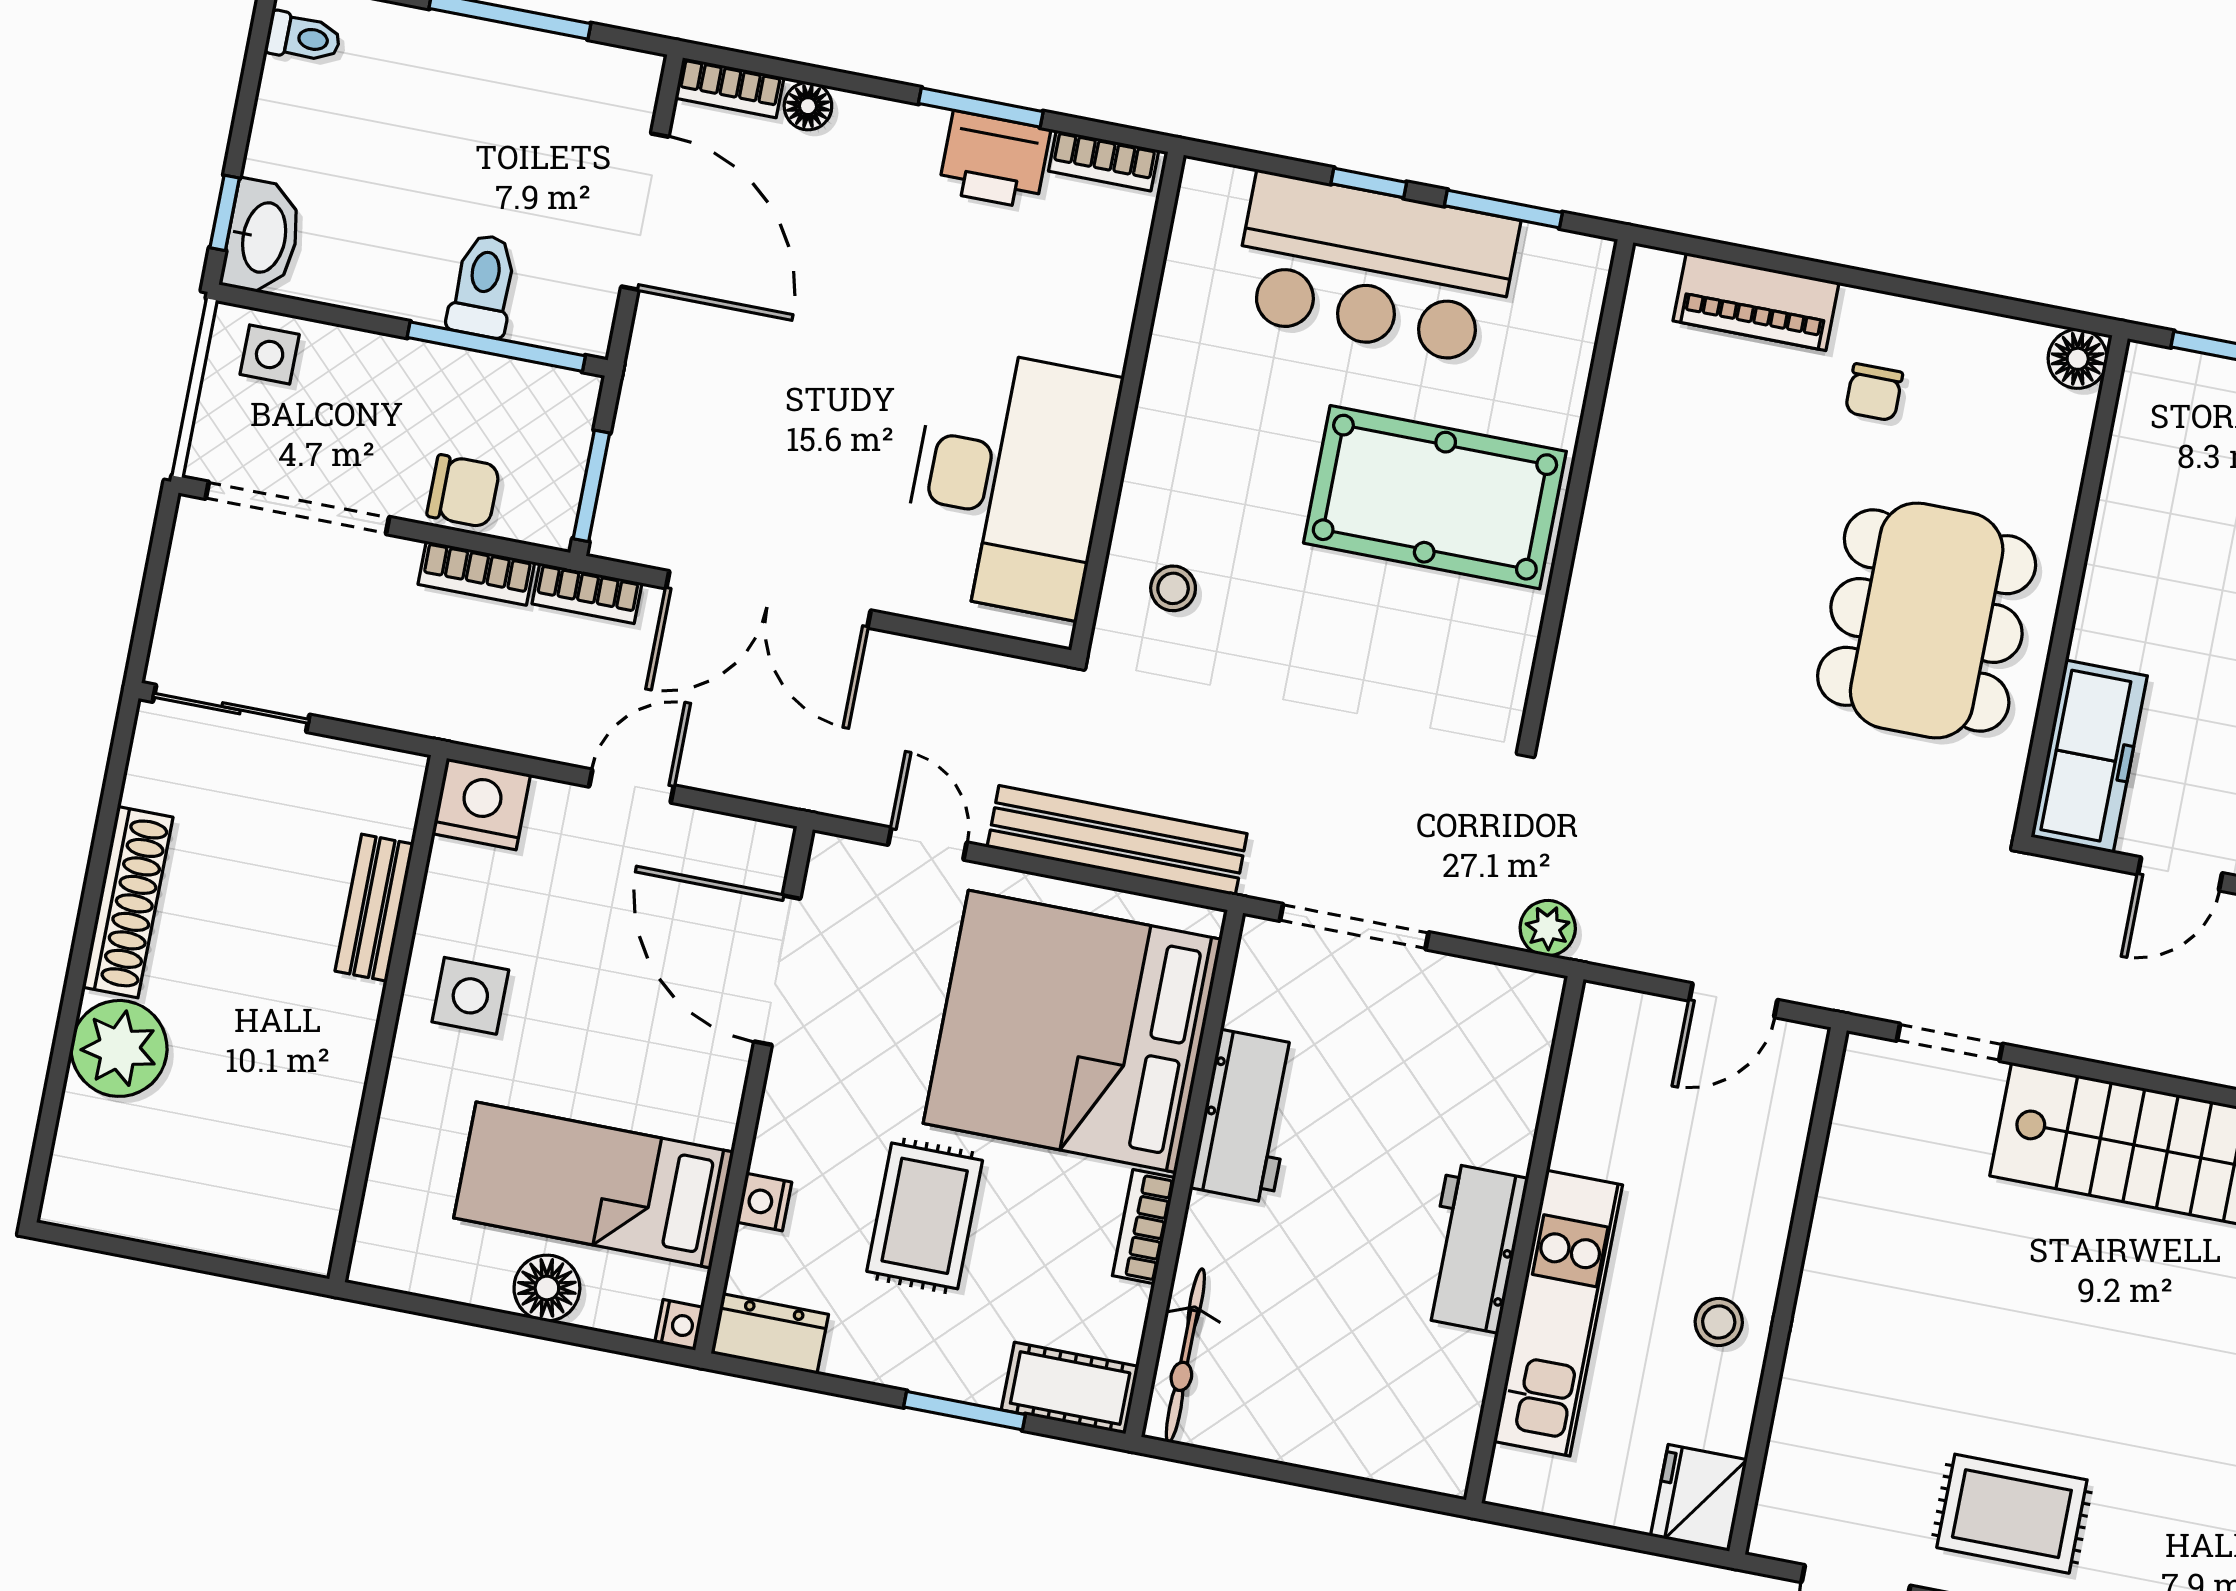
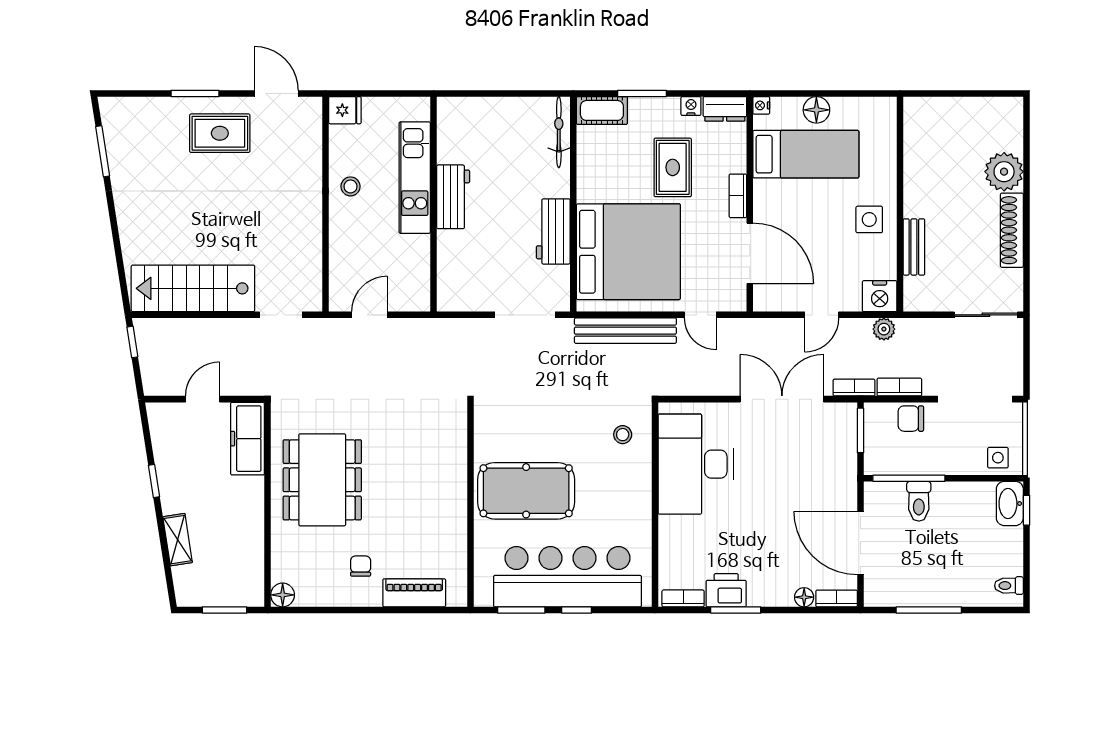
bar counter: (1375, 268) -> (567, 577), width x1.36
plant: (1548, 928) -> (884, 329), moved
nightstand: (764, 1202) -> (691, 106), moved, turned -90
bookcase: (1144, 1227) -> (738, 196), moved, turned 180
fridge: (1699, 1498) -> (345, 110), width x0.72

